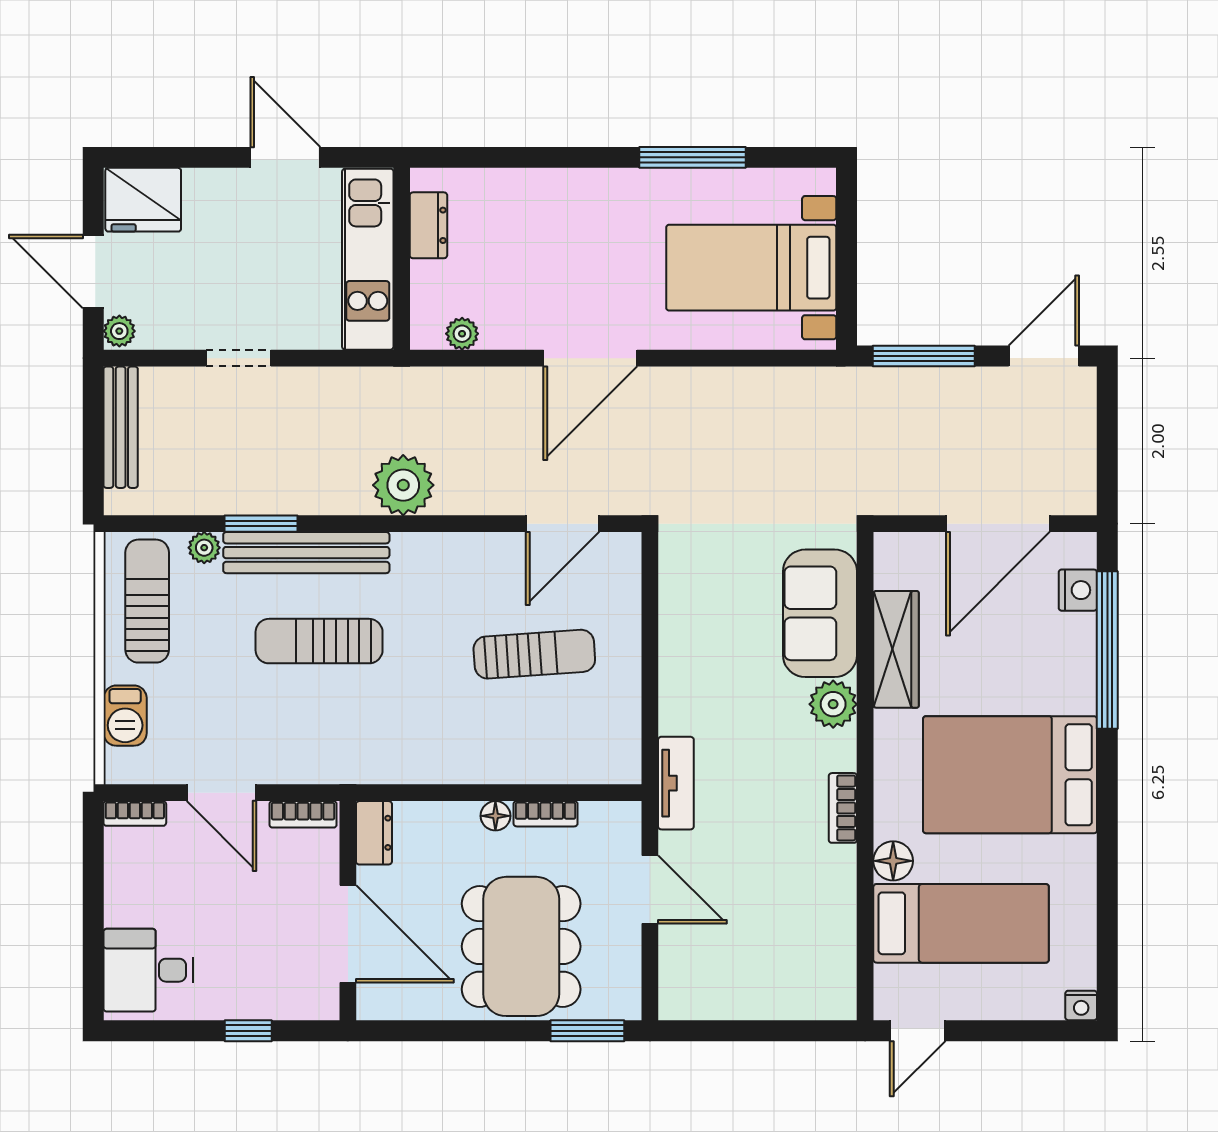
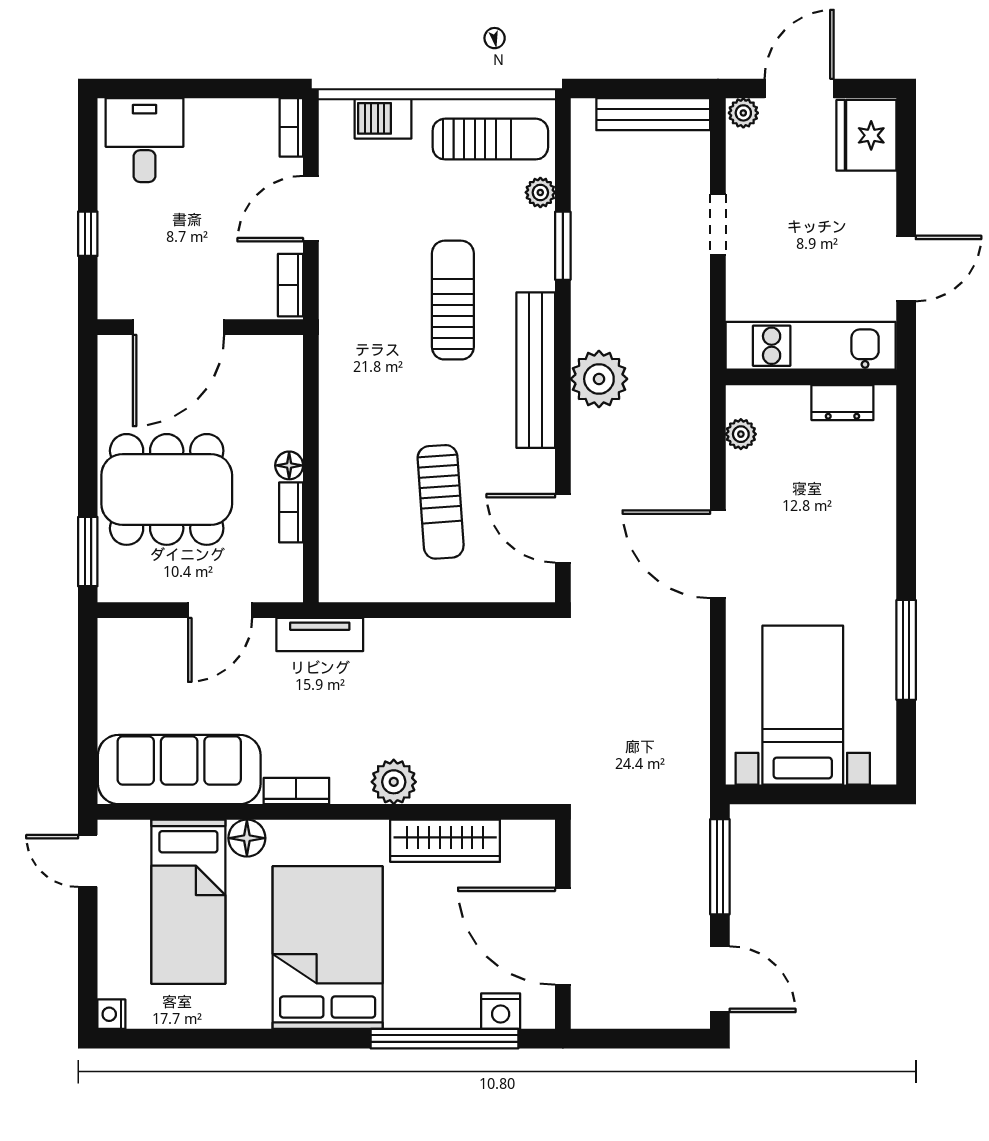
bench: (306, 553) -> (536, 370), moved
sofa: (820, 613) -> (179, 769), moved, width x1.36
dresser: (374, 833) -> (273, 352), removed

